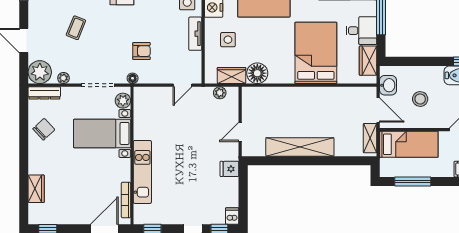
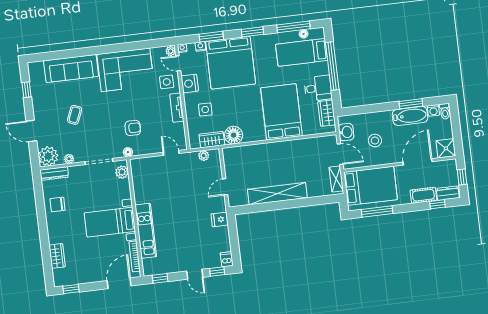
door: (182, 85) -> (171, 153), swing flipped
chair: (44, 129) -> (57, 204), turned -137
bed with nightstands: (102, 133) -> (110, 222), moved
bed: (409, 144) -> (370, 186), width x1.50

